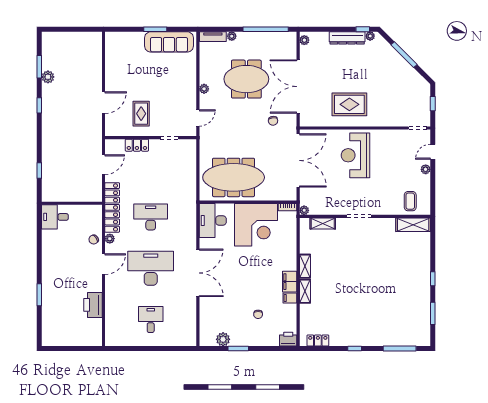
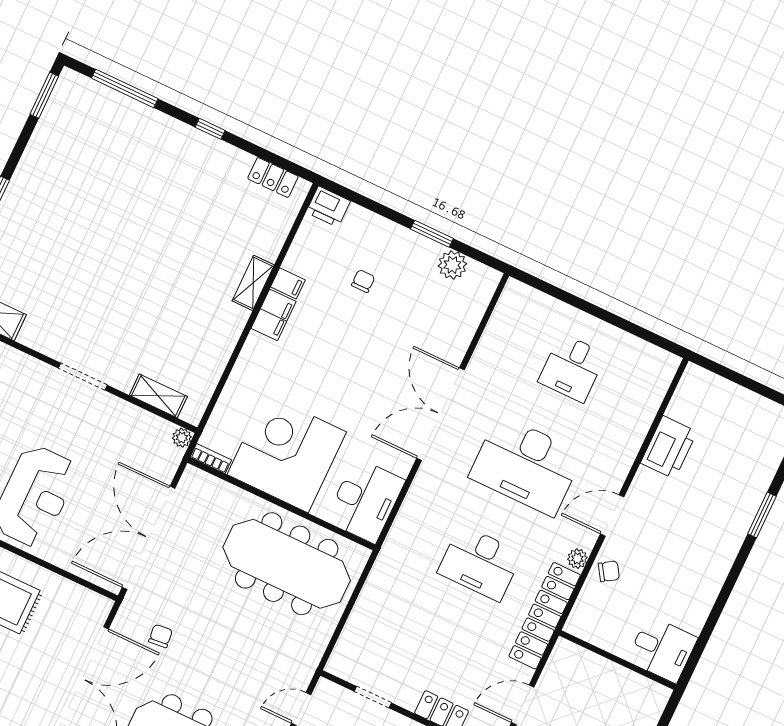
shelving: (305, 266) -> (231, 330), removed
window: (433, 313) -> (44, 95), moved

